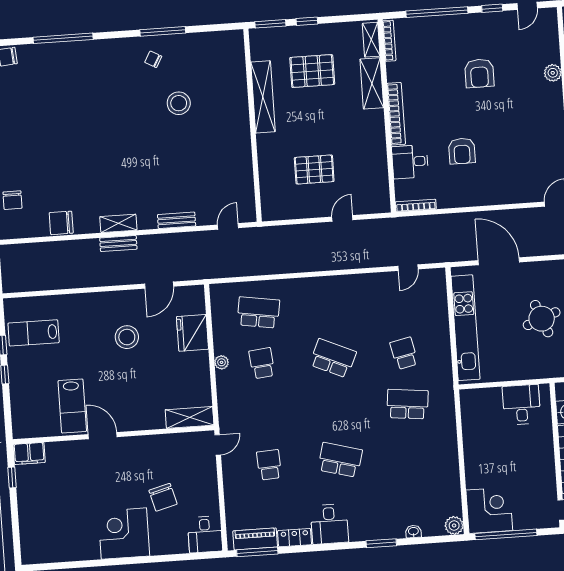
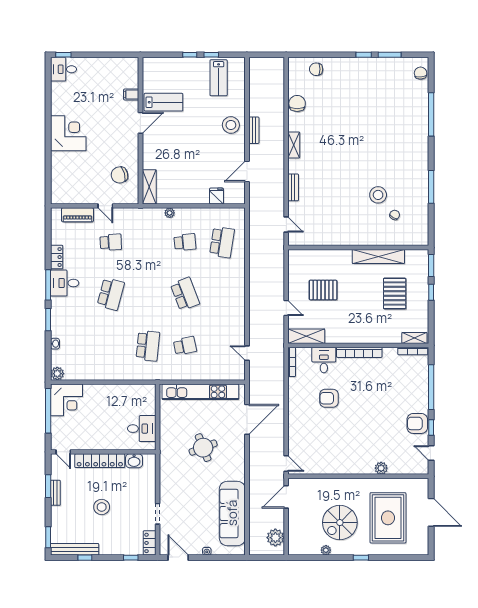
chair: (153, 59) -> (395, 215), moved
armchair: (479, 73) -> (417, 423), moved
shelving: (372, 83) -> (306, 336), moved
pallet: (314, 170) -> (323, 290), turned 90
bench: (118, 244) -> (254, 130), moved
door: (159, 285) -> (247, 171), hinge flipped
lab bench: (34, 333) -> (219, 78), turned 180
fridge: (192, 333) -> (217, 196), width x0.53, depth x0.75
stool: (127, 337) -> (231, 125), moved
school desk: (333, 358) -> (185, 294), turned -45
plant: (221, 362) -> (170, 213), moved
lab bench: (72, 406) -> (163, 102), turned 180
door: (218, 445) -> (105, 206), moved
filing cabinet: (29, 453) -> (131, 94), moved, width x0.50
window: (12, 478) -> (63, 55), moved
chair: (163, 497) -> (120, 175), moved
desk: (205, 534) -> (63, 69), moved
piano: (255, 539) -> (77, 215), moved, turned 90
window: (257, 552) -> (48, 285), moved

